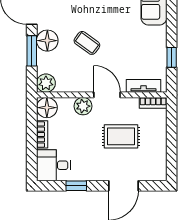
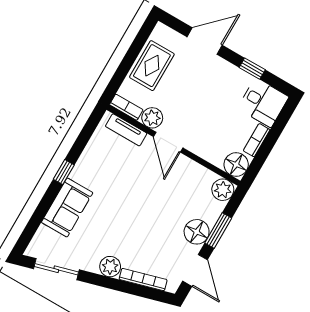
coffee table: (87, 43) -> (158, 206), removed
window: (172, 57) -> (64, 172), moved
plant: (83, 106) -> (152, 118), moved
rug: (121, 136) -> (152, 66), moved, turned 90

